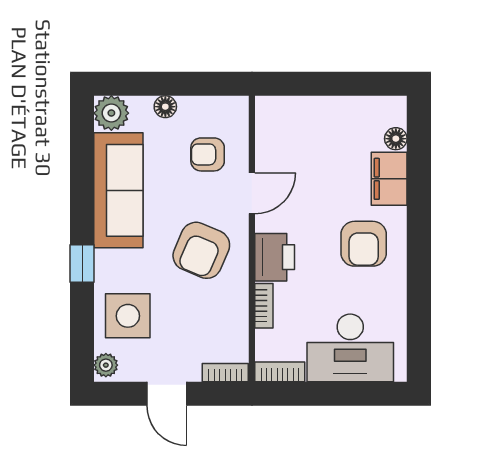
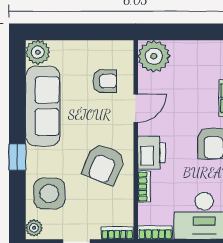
floor lamp: (165, 107) -> (75, 48), removed
plant: (278, 119) -> (154, 56), added
armchair: (208, 154) -> (105, 81), turned 180
armchair: (201, 250) -> (104, 164), moved

